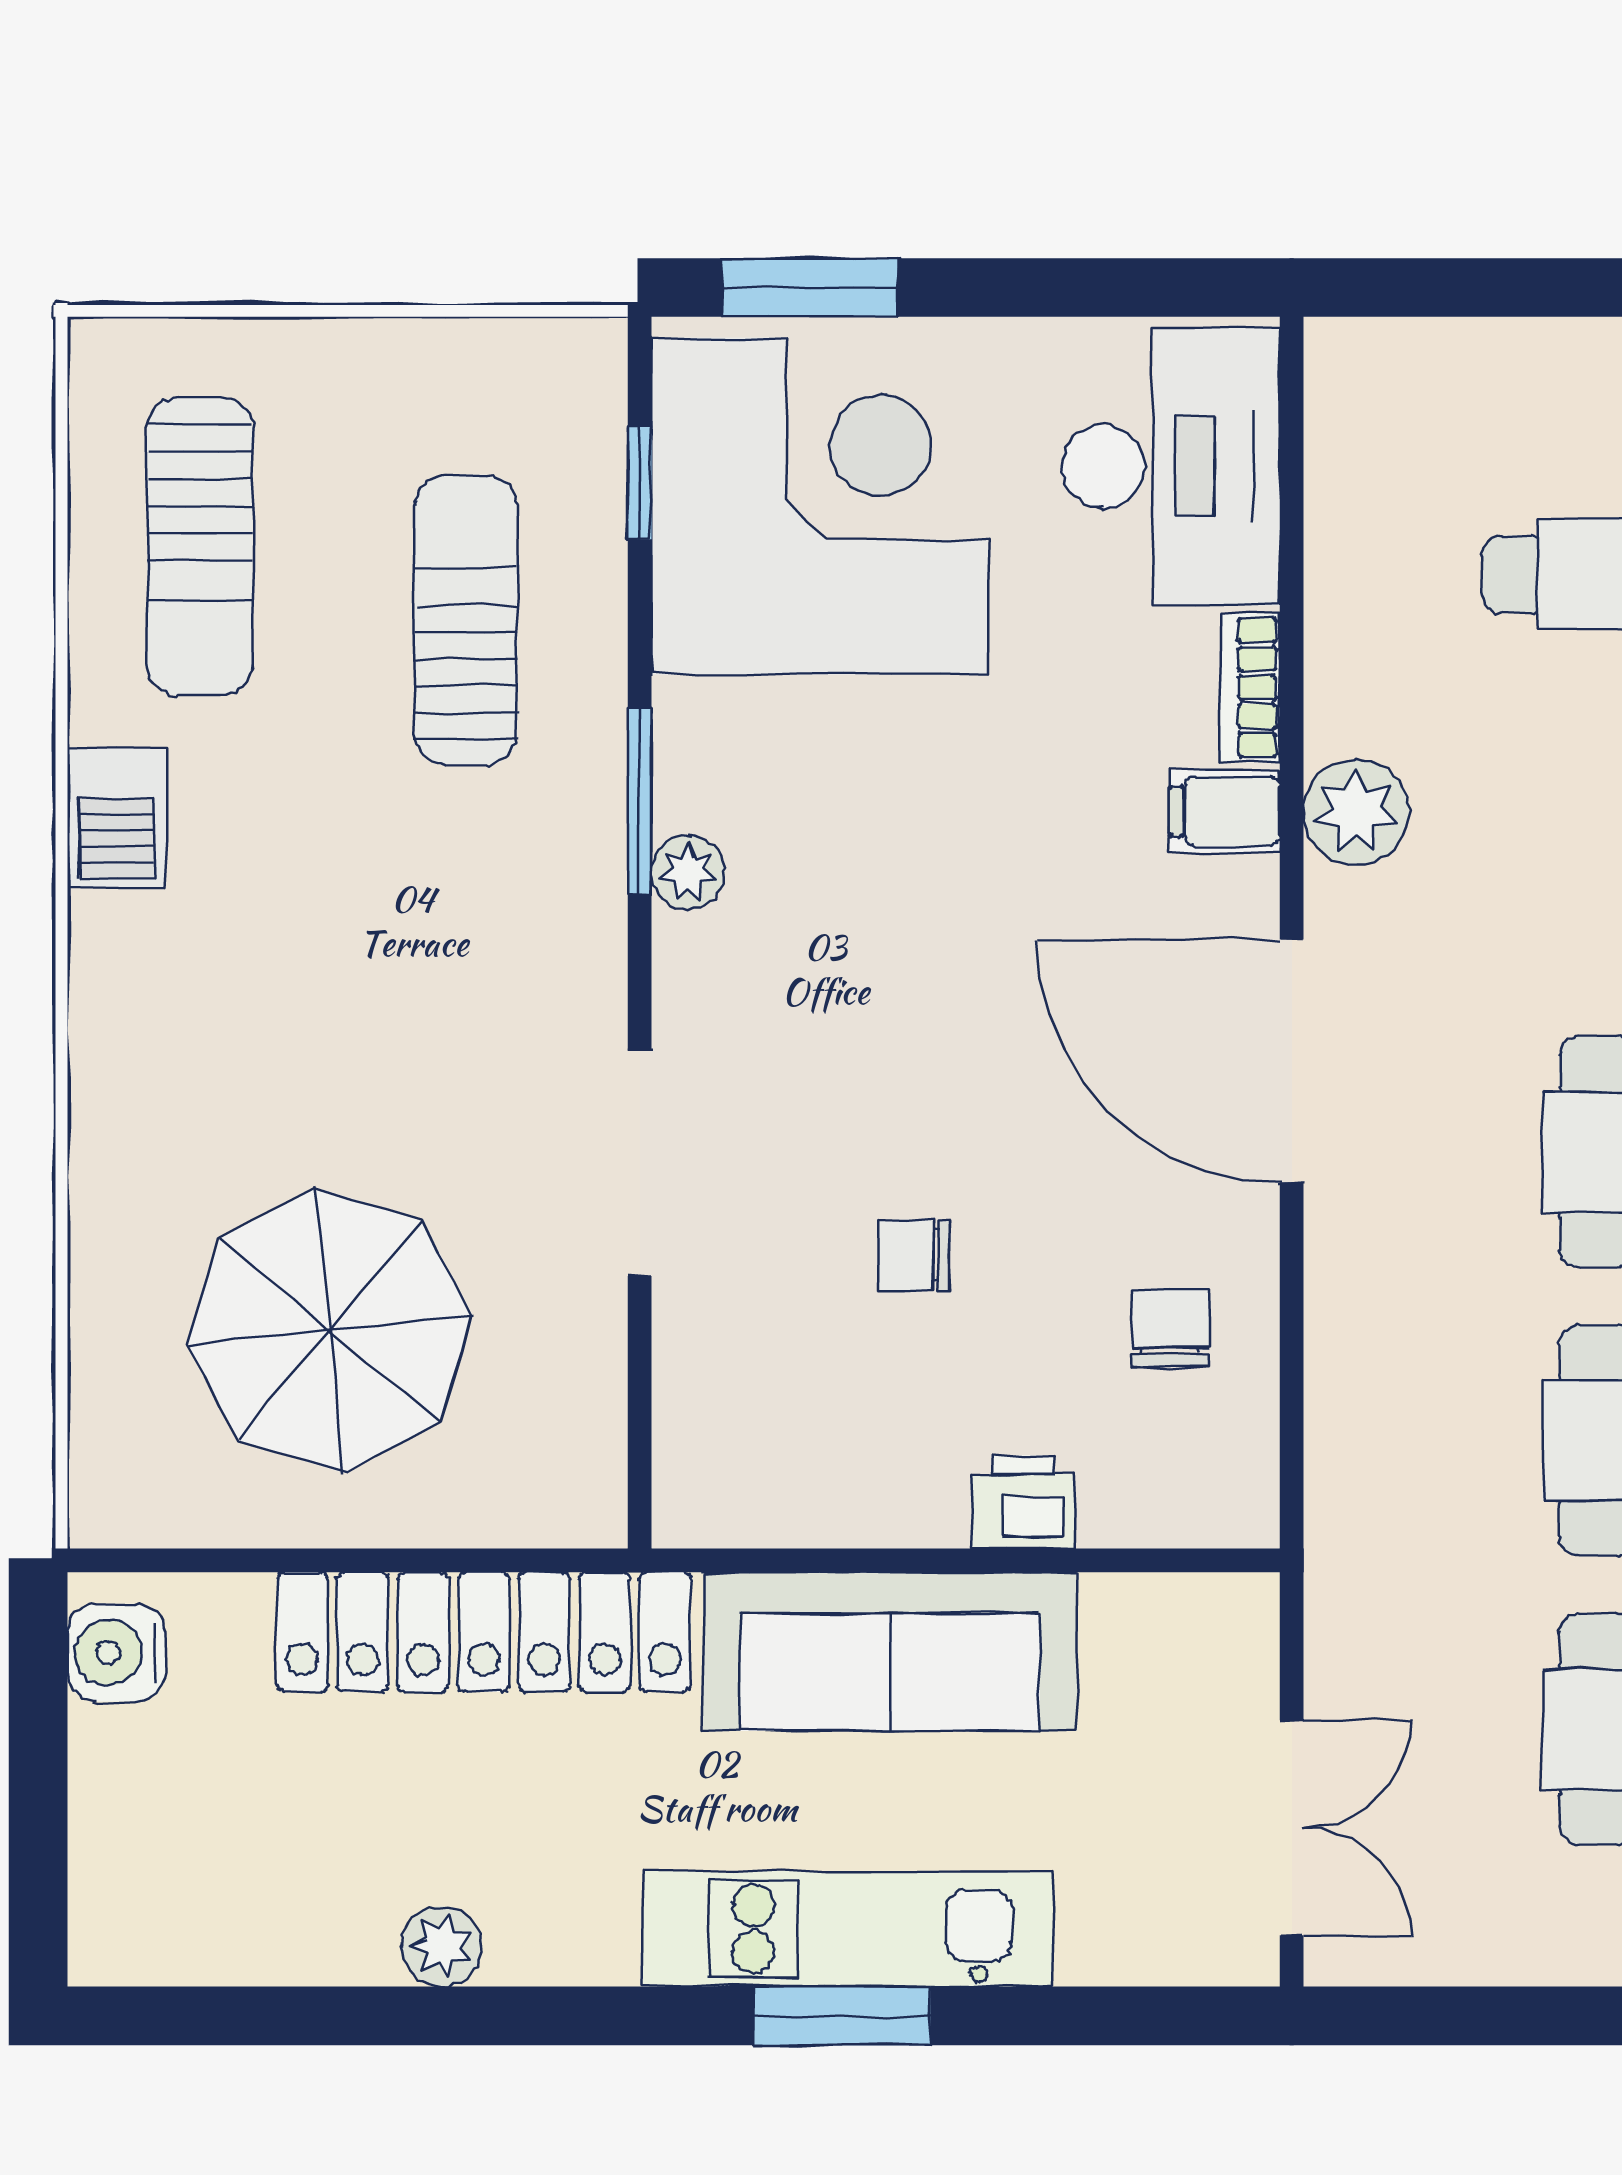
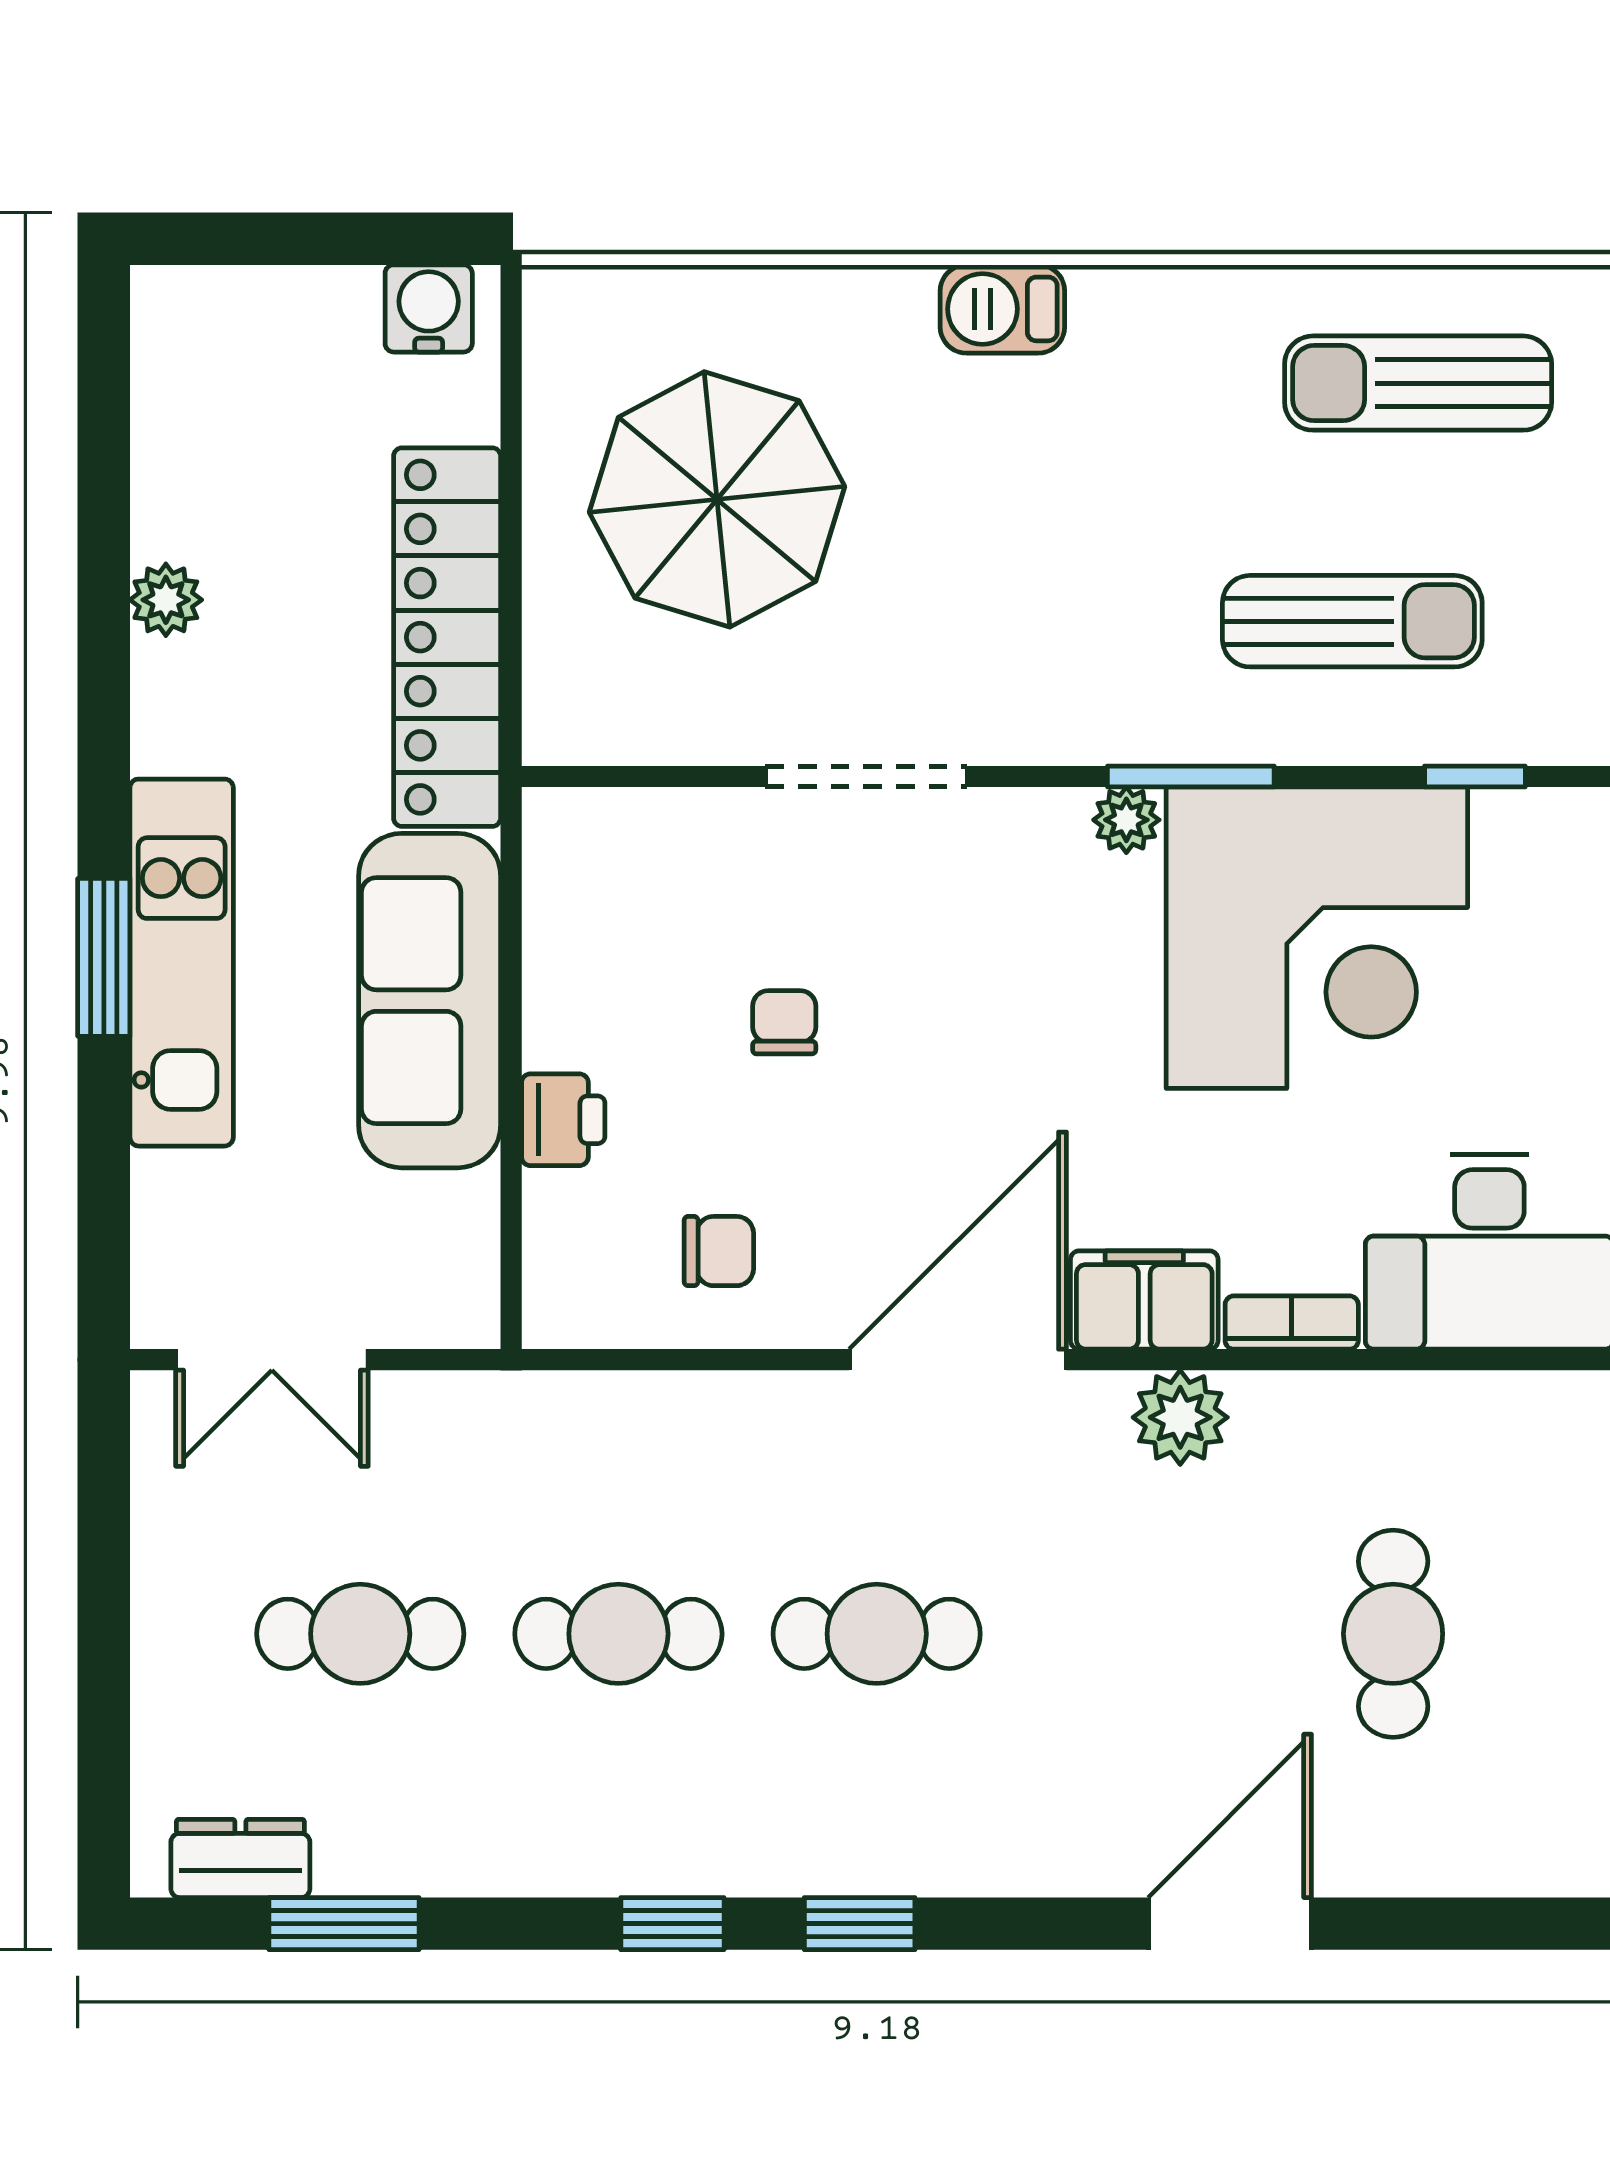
corner desk: (820, 506) -> (1317, 938), moved
filing cabinet: (1225, 811) -> (1144, 1300), width x2.00
barbecue: (117, 818) -> (1002, 309), moved

